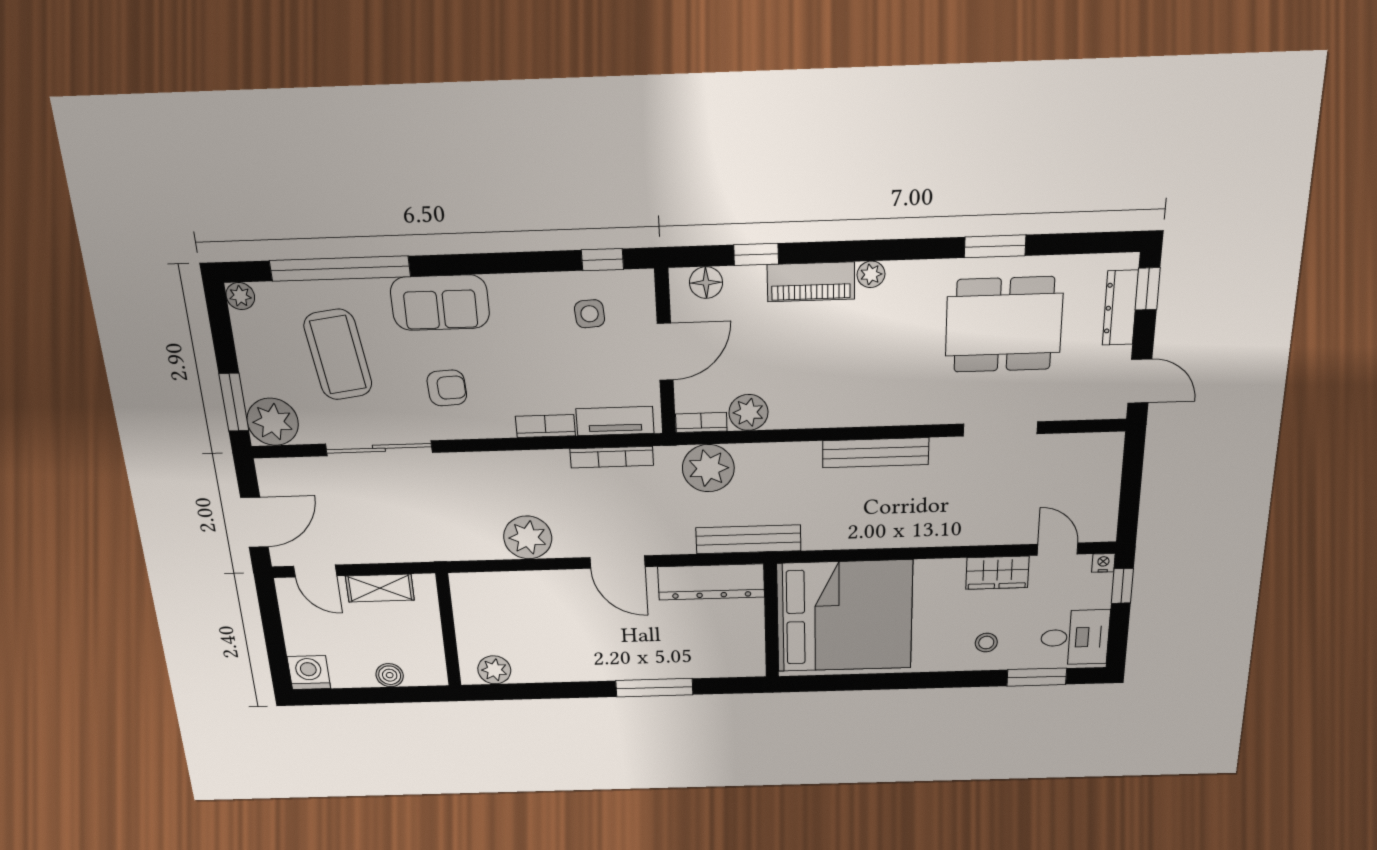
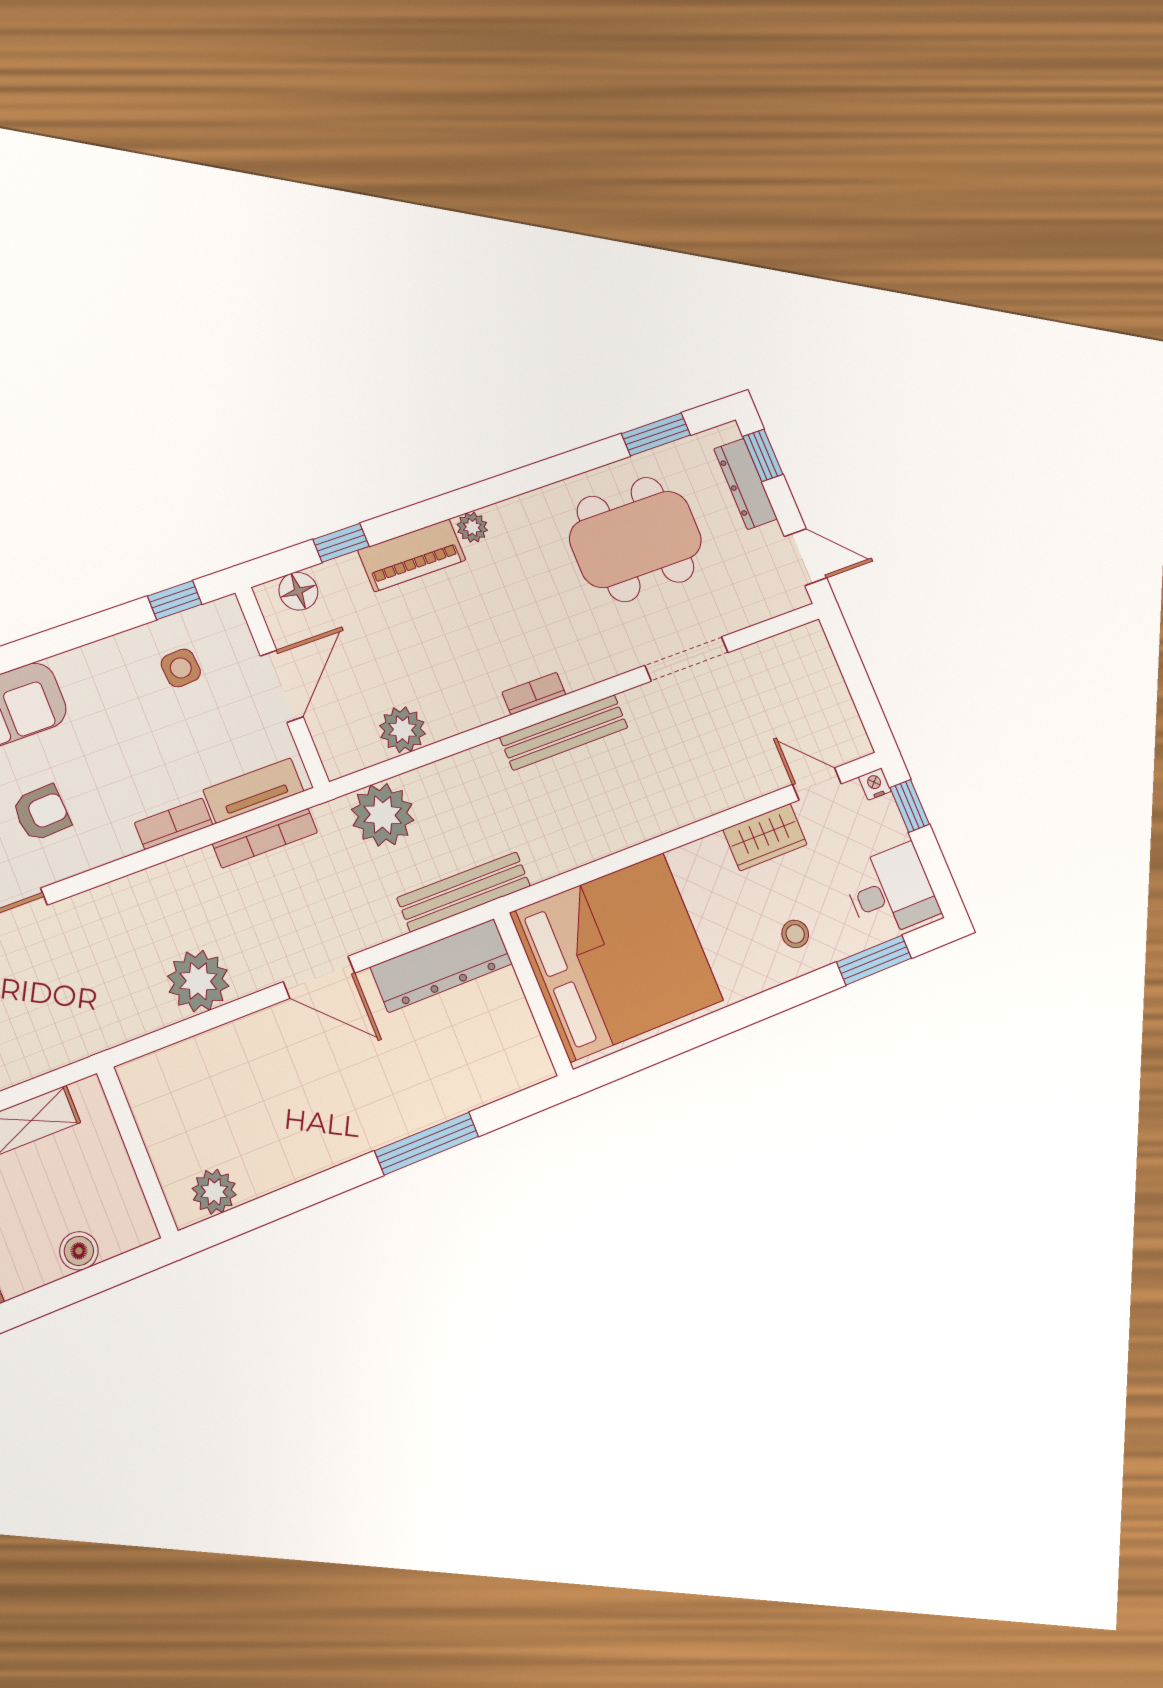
window: (995, 246) -> (656, 434), moved
bookcase: (701, 423) -> (534, 693), moved

